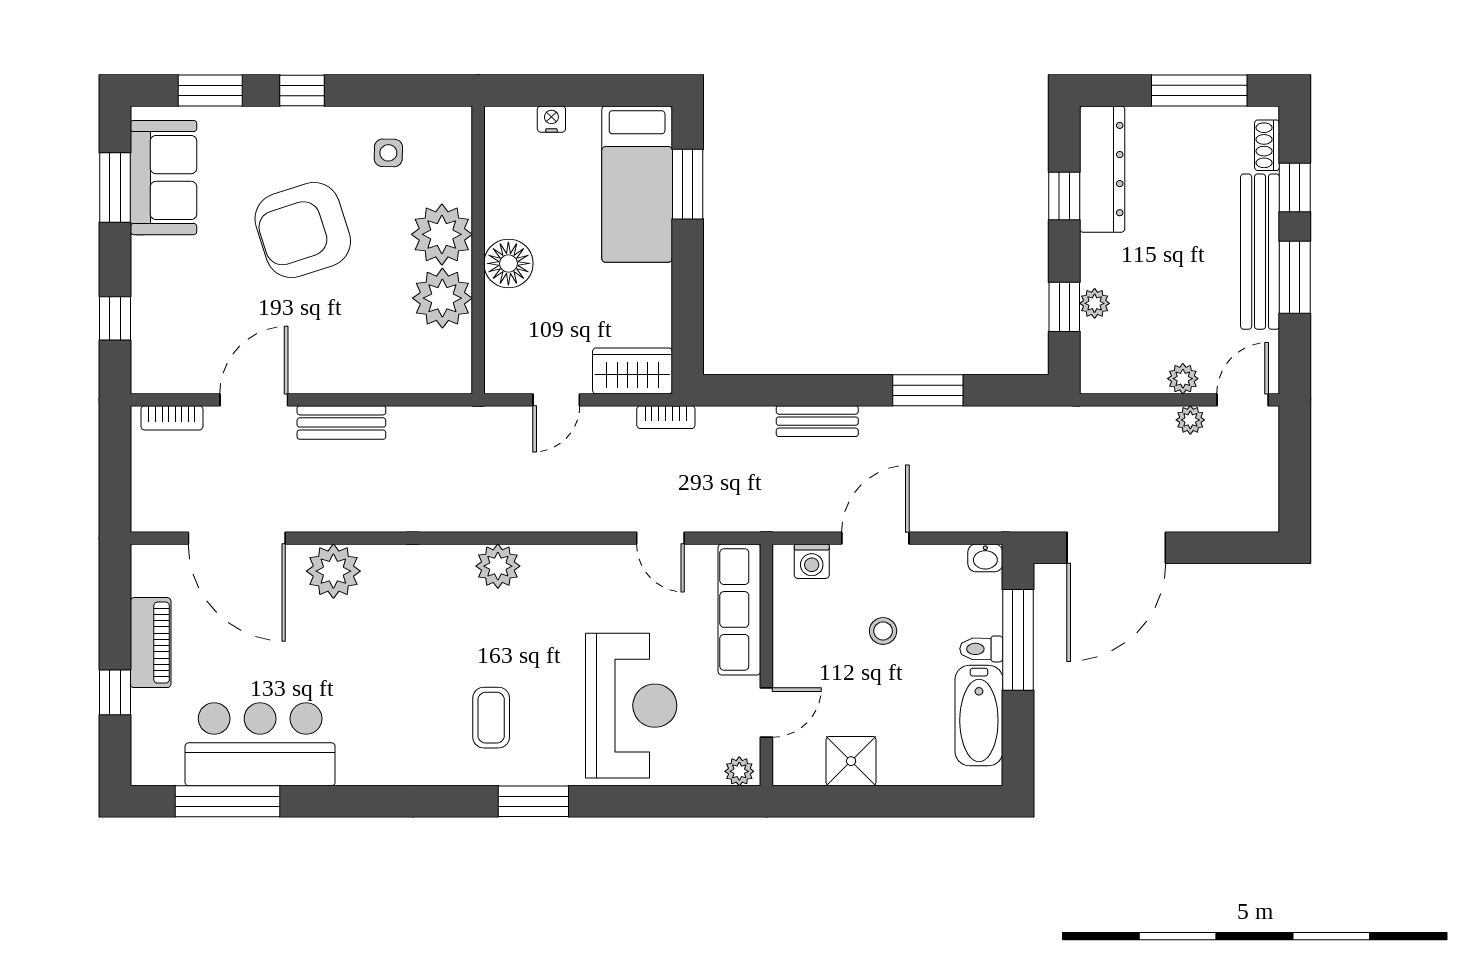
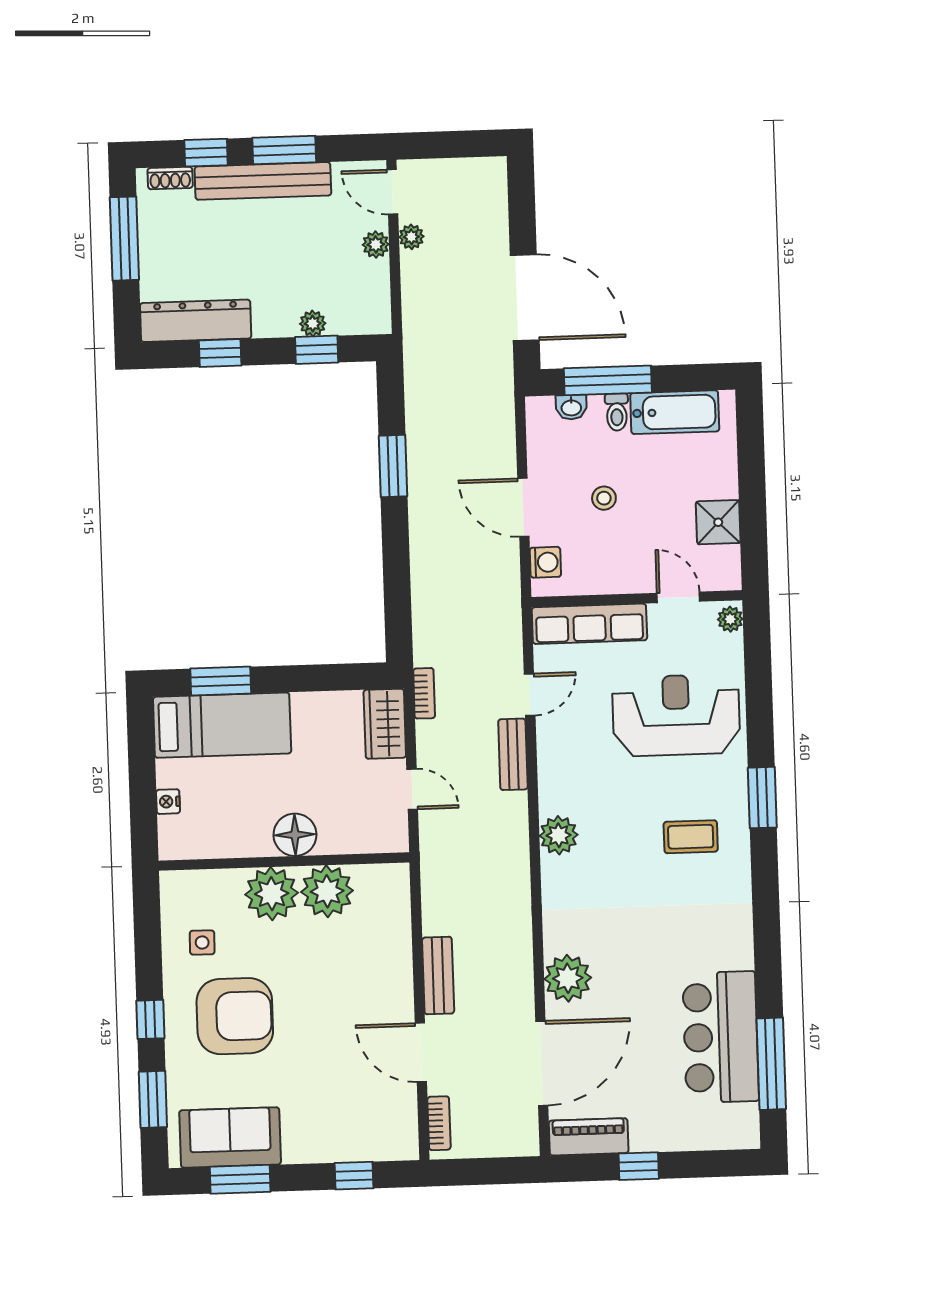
armchair: (303, 230) -> (235, 1016), moved, turned -72
bench: (817, 421) -> (513, 754), moved
washbasin: (985, 558) -> (571, 407), moved, turned 90
piano: (151, 643) -> (589, 1137), moved
window: (115, 692) -> (639, 1166), moved

